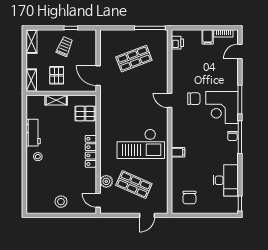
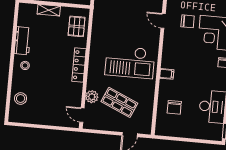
pallet: (85, 114) -> (77, 26), turned 90
chair: (189, 198) -> (174, 107), moved
stool: (61, 202) -> (21, 98), moved

